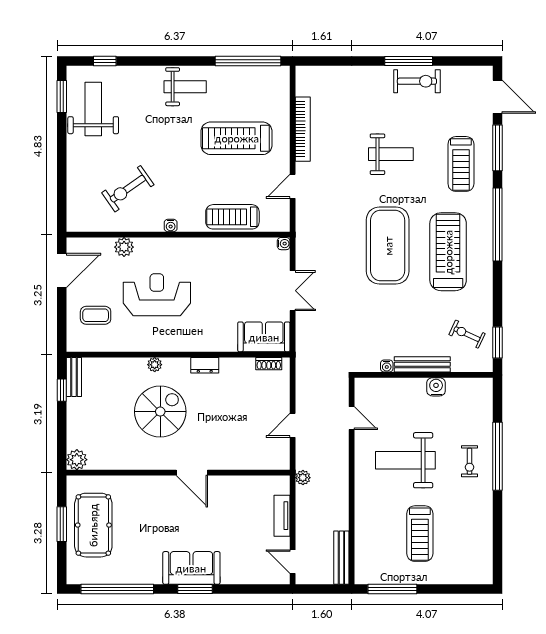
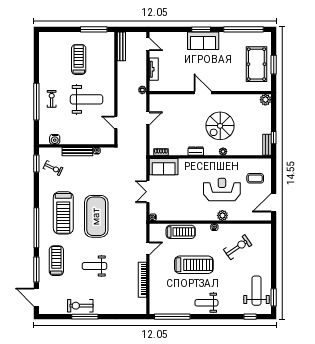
weight bench: (93, 109) -> (257, 291), turned 180
treadmill: (237, 138) -> (194, 265), moved
plant: (124, 247) -> (222, 215), moved
reception desk: (157, 295) -> (222, 189), turned 180
water cooler: (436, 387) -> (55, 139), moved

